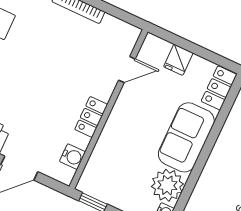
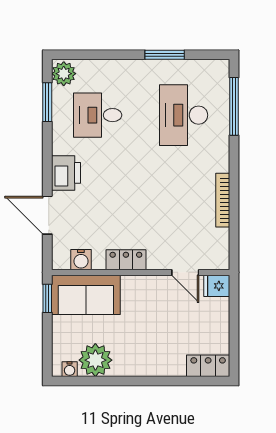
fridge: (178, 60) -> (217, 286), moved
sofa: (186, 137) -> (86, 295), moved, turned 180

